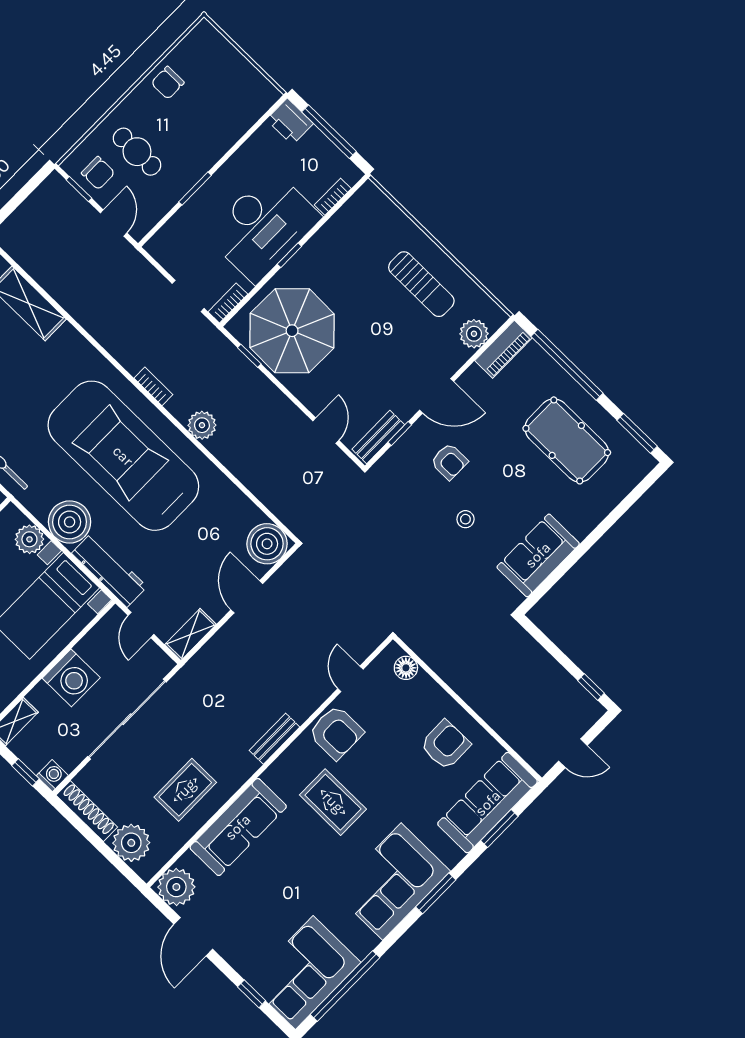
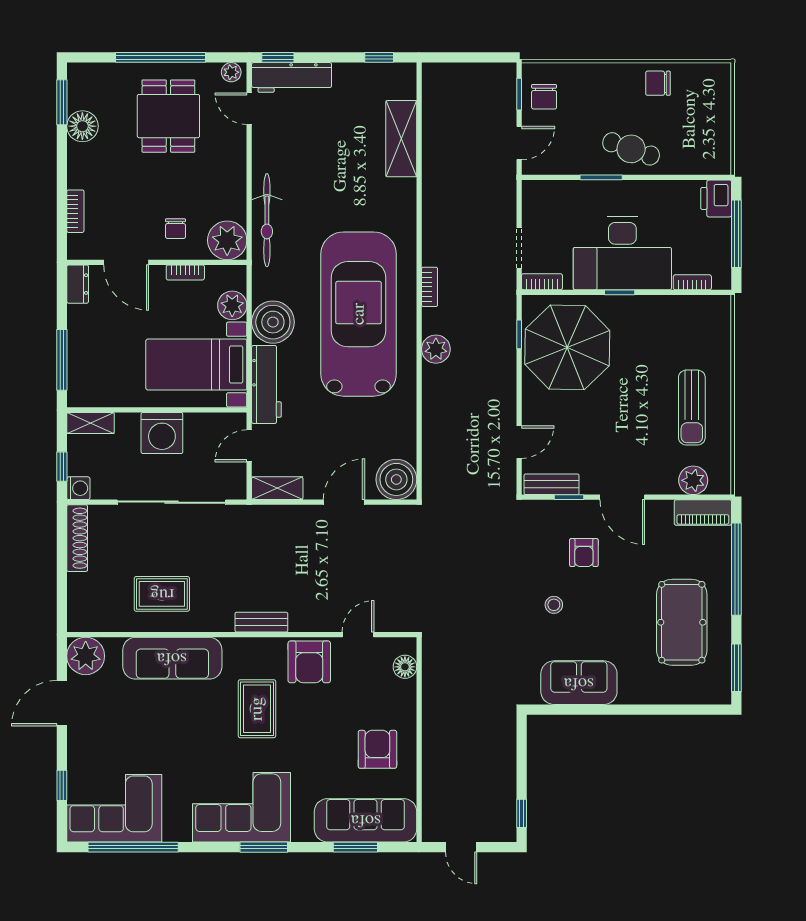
cafe table: (137, 152) -> (631, 149), moved, turned -71
armchair: (445, 745) -> (377, 749), turned -89
plant: (131, 843) -> (86, 592), removed

